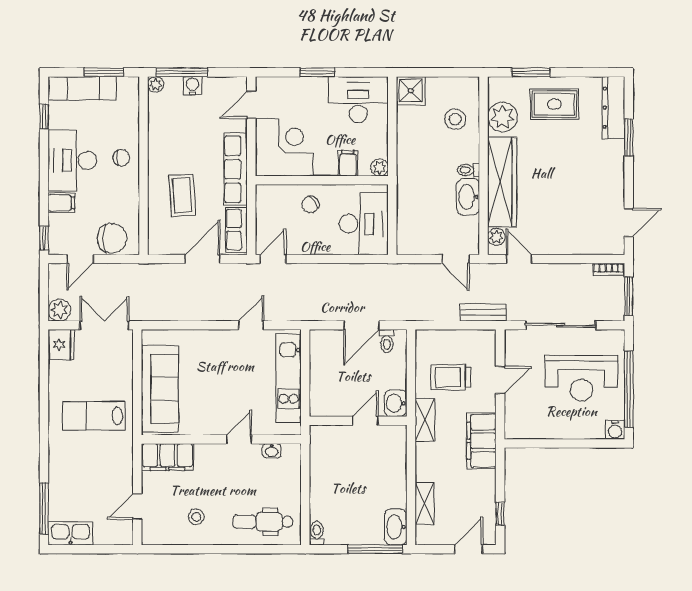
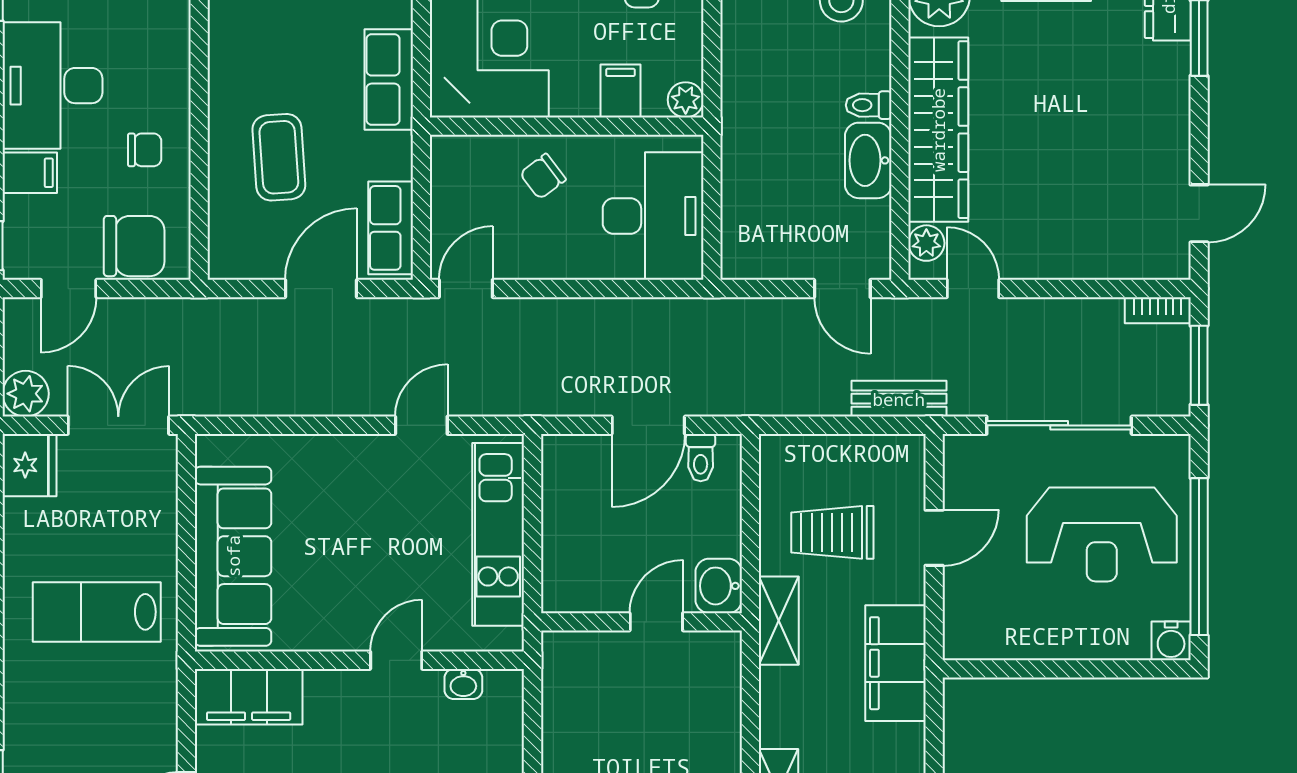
chair: (121, 158) -> (145, 150), moved
row of seats: (235, 169) -> (389, 80), width x0.68

